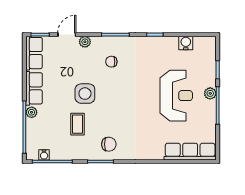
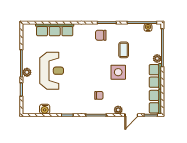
reception desk: (176, 96) -> (52, 71), turned 180
row of seats: (190, 152) -> (55, 30), moved

